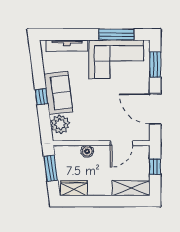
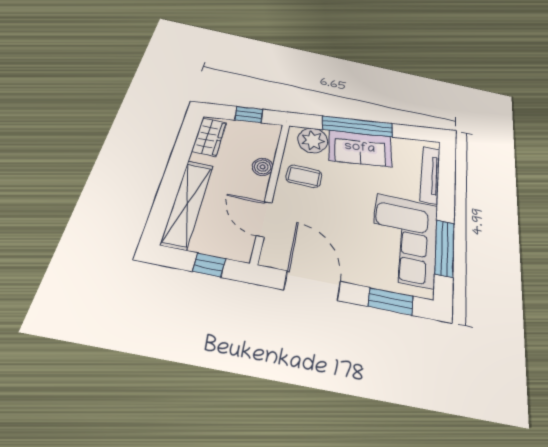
window: (41, 97) -> (358, 127), width x3.17
door: (155, 109) -> (312, 286), hinge flipped
coffee table: (88, 125) -> (304, 176), added
window: (51, 168) -> (249, 115), width x0.67
shelving: (131, 188) -> (187, 204), width x1.47

